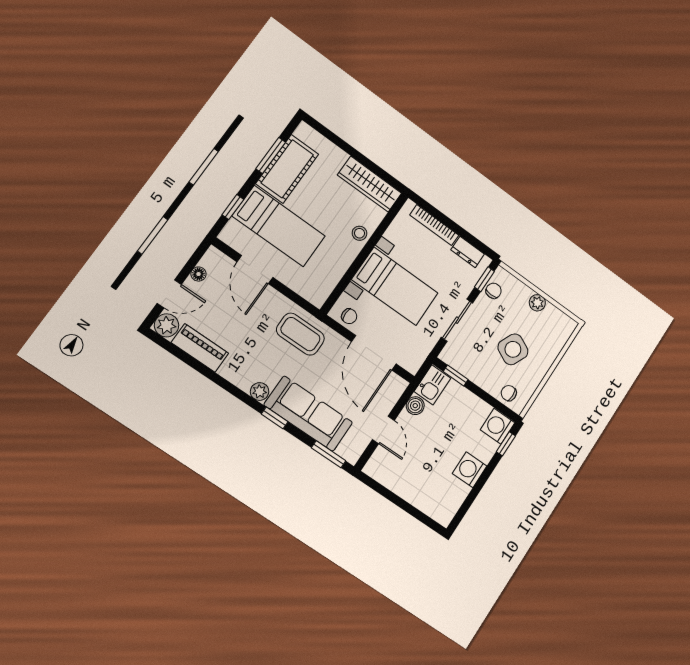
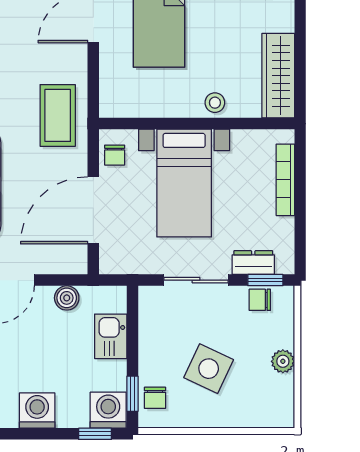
dresser: (468, 252) -> (253, 263), moved, turned 90
chair: (494, 291) -> (260, 300), turned 180
window: (456, 375) -> (132, 394), moved
kitchen sink: (432, 385) -> (111, 336), moved, turned 90
chair: (509, 393) -> (155, 398), turned 180

